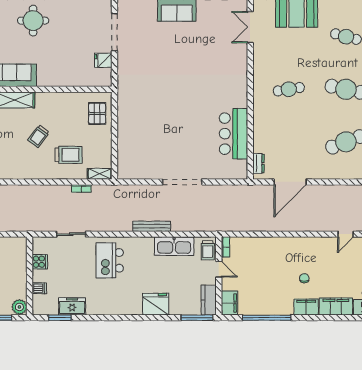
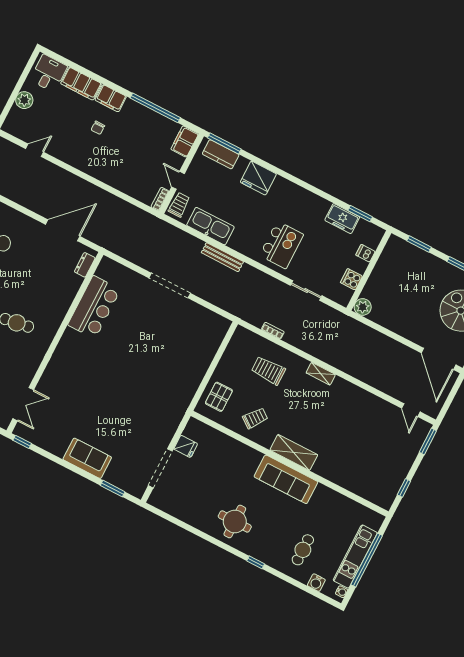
trolley: (39, 136) -> (255, 418), moved
shelving: (100, 174) -> (321, 374), moved
kitchen counter: (209, 300) -> (221, 154), moved, turned 90
plant: (19, 307) -> (363, 307), moved

